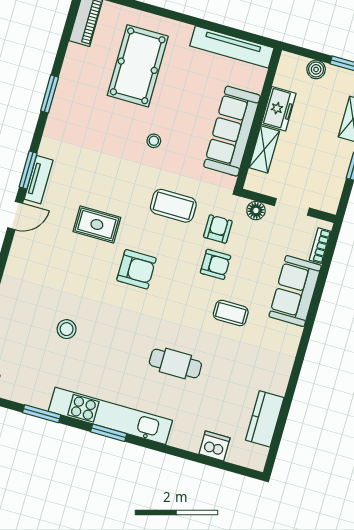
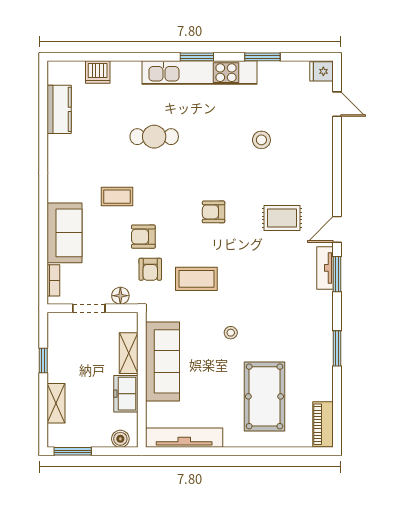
boiler: (316, 69) -> (120, 439), moved
rug: (97, 225) -> (282, 218), moved
armchair: (136, 269) -> (214, 212), width x0.72, depth x0.72

